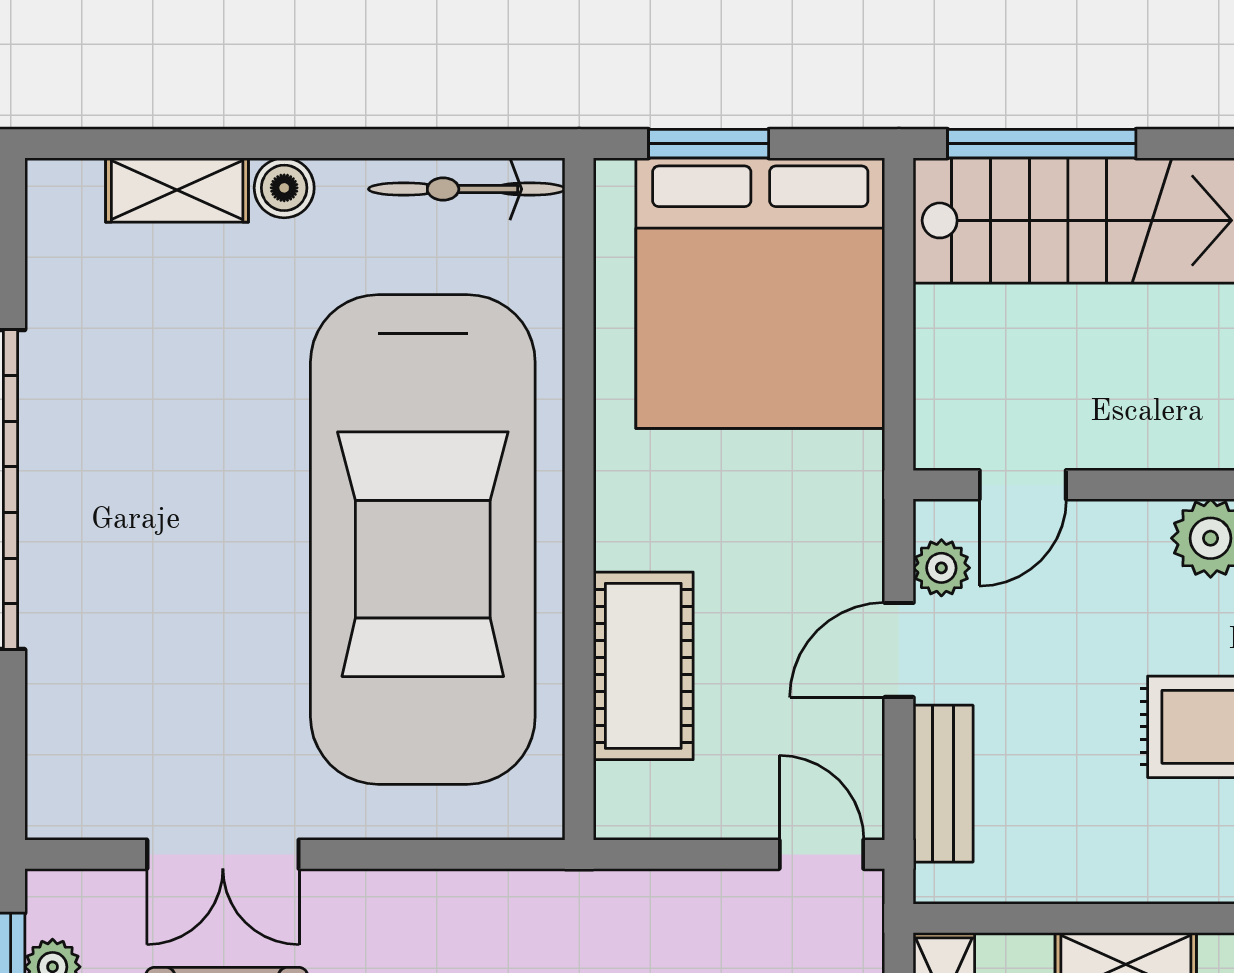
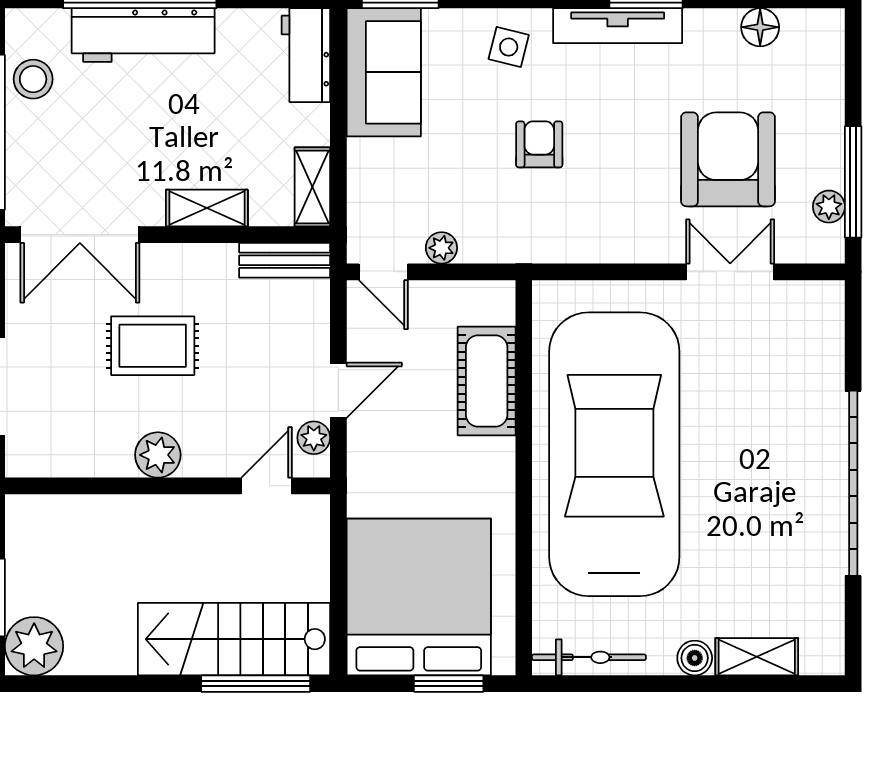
bench: (943, 784) -> (285, 260), moved, turned 90
plant: (721, 896) -> (441, 248), added

